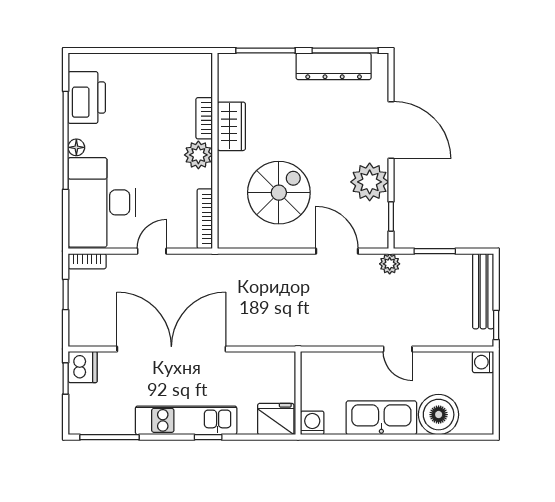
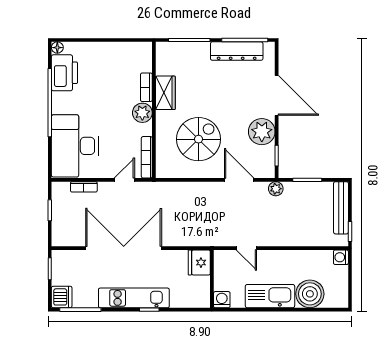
floor lamp: (76, 147) -> (57, 48), moved
door: (152, 251) -> (124, 180), moved
bookcase: (87, 261) -> (84, 187), moved
door: (398, 349) -> (246, 248), moved
dishwasher: (83, 367) -> (62, 297), moved
fridge: (276, 419) -> (199, 263), moved, turned -90

